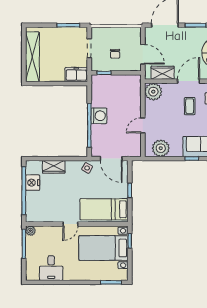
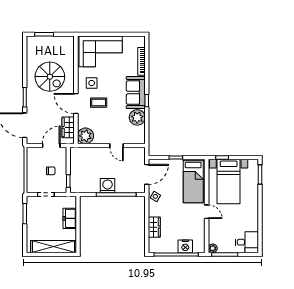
freezer: (76, 75) -> (70, 218), moved
plant: (161, 148) -> (137, 117), moved
nightstand: (33, 183) -> (185, 246), moved
desk: (51, 268) -> (247, 242), moved

